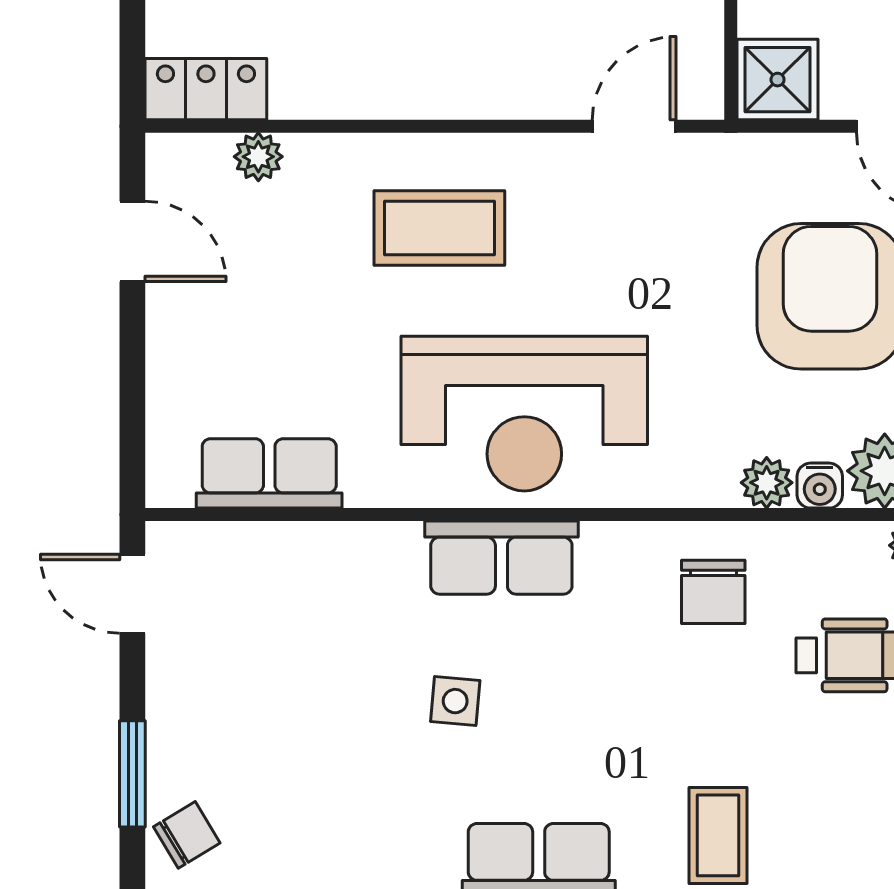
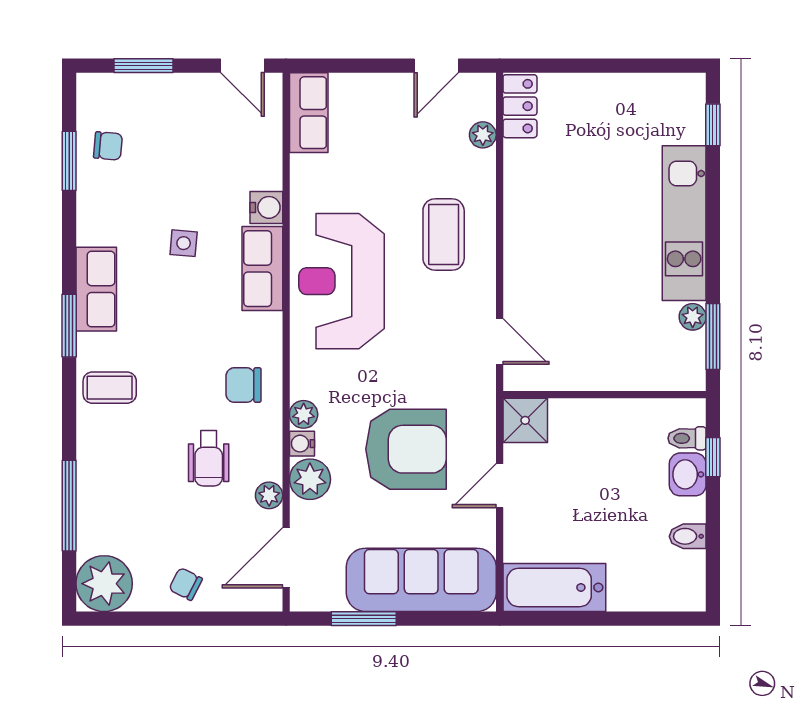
row of seats: (269, 473) -> (309, 113), moved
water cooler: (390, 550) -> (266, 207), added
door: (132, 594) -> (242, 66), swing flipped
chair: (187, 835) -> (108, 146), moved, turned -54

